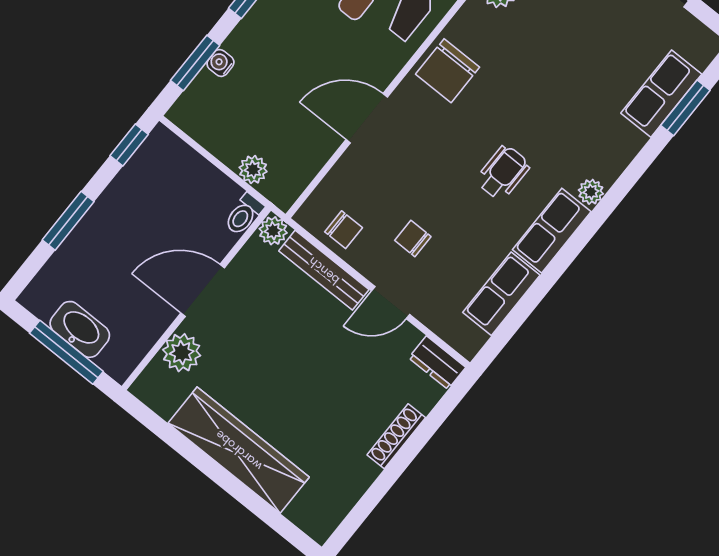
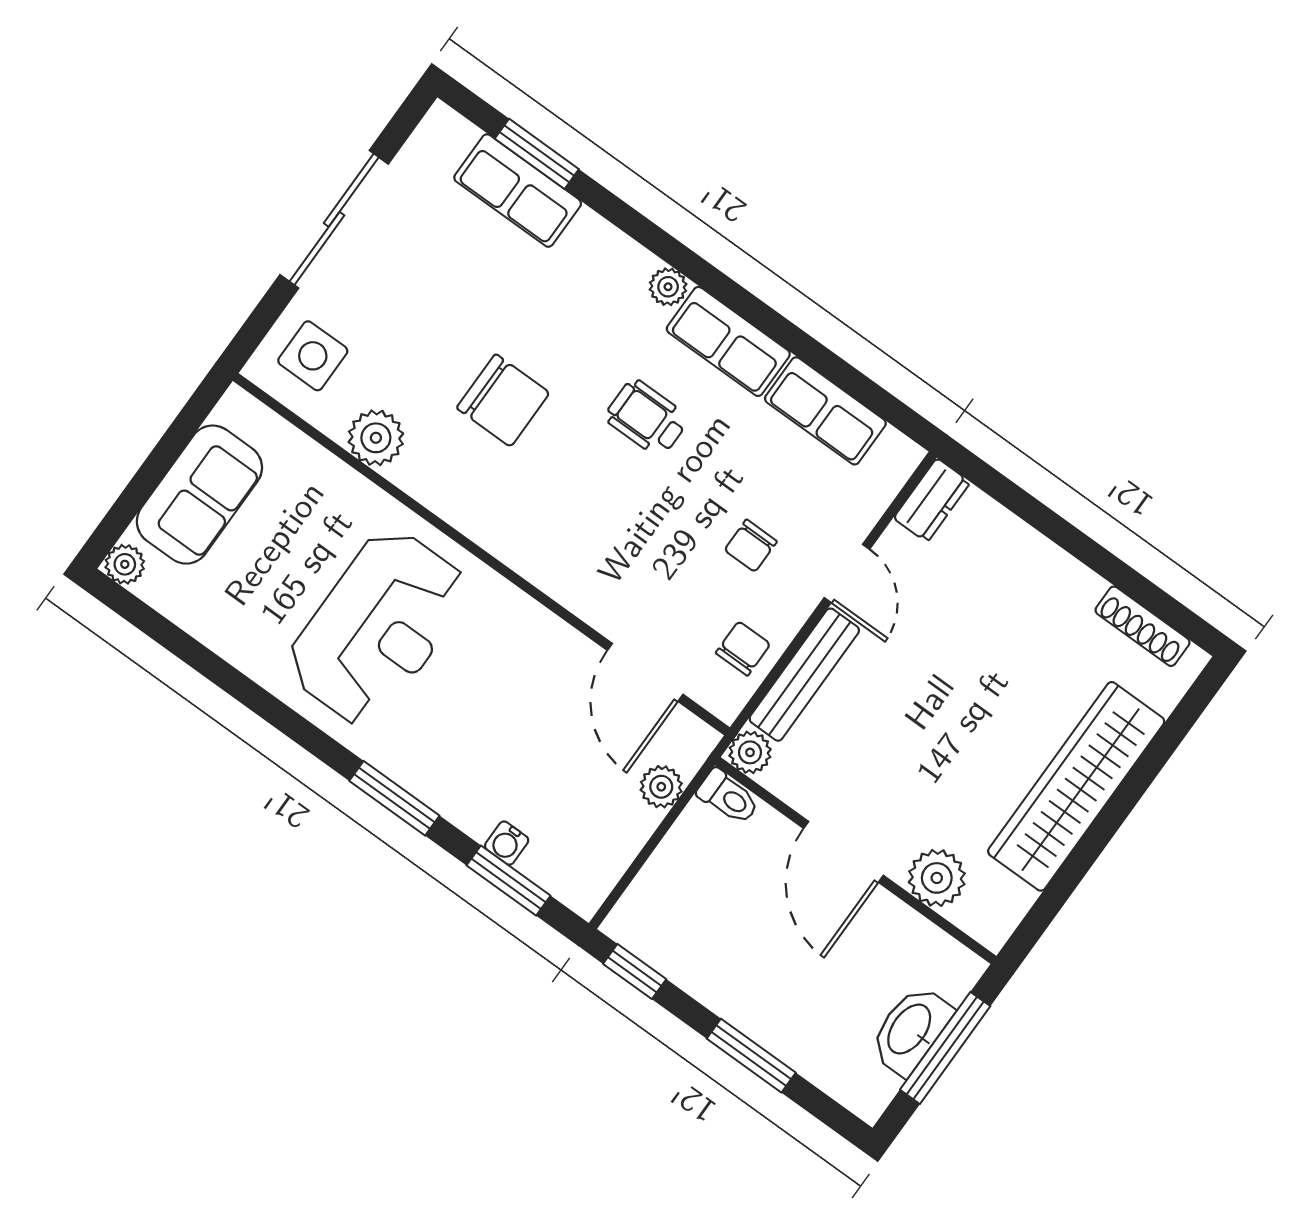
chair: (448, 71) -> (503, 400), moved
door: (367, 118) -> (645, 672), moved
shoe rack: (396, 436) -> (1142, 626), moved

